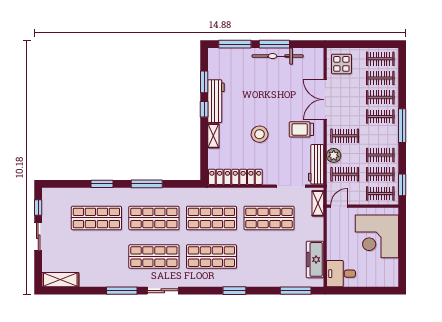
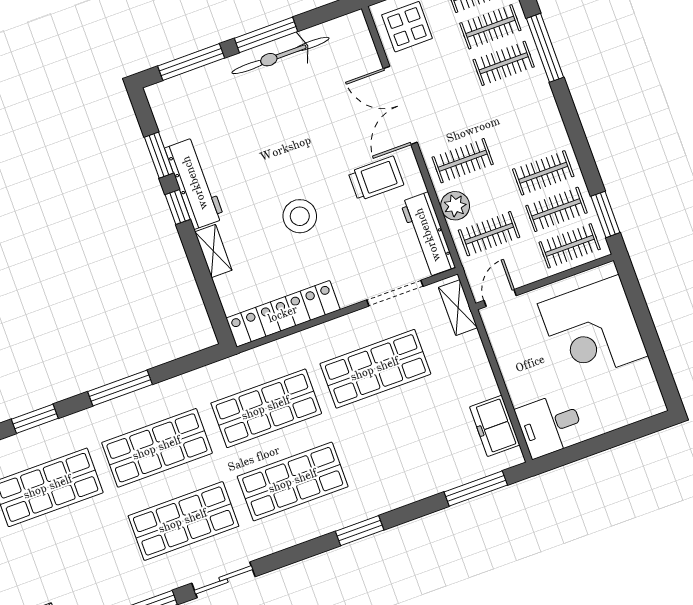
clothes rail: (380, 117) -> (517, 100), removed
window: (402, 126) -> (545, 48), moved
trolley: (301, 129) -> (376, 178), turned 180
freezer: (315, 259) -> (495, 426), width x0.71

